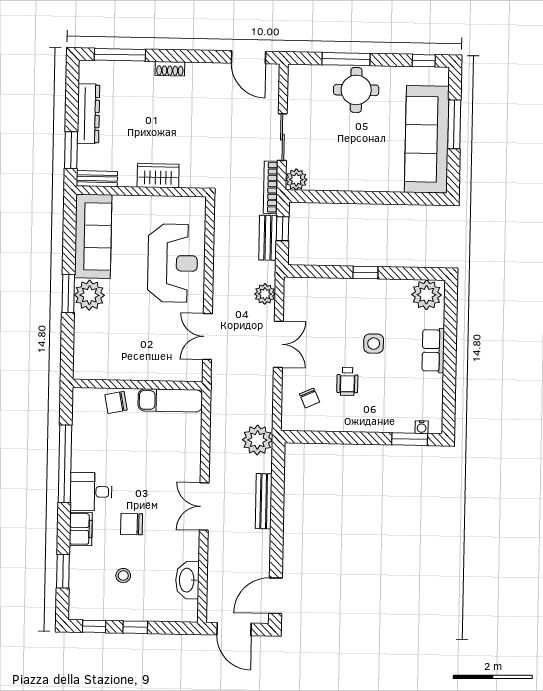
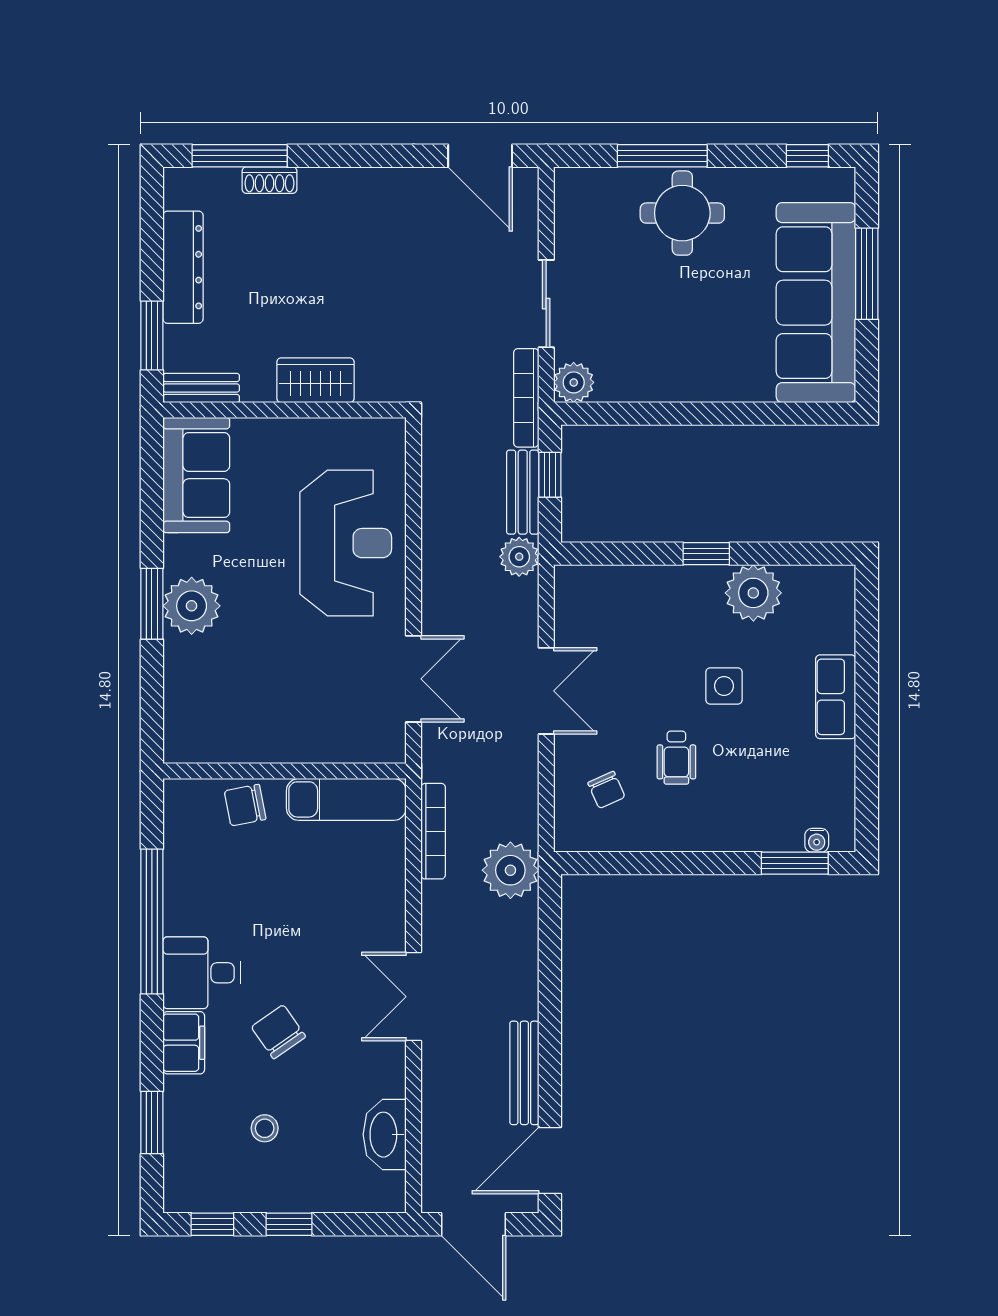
shoe rack: (170, 69) -> (269, 180), moved
sofa: (93, 236) -> (196, 475), width x0.73
plant: (265, 294) -> (519, 557), moved
plant: (427, 295) -> (753, 593), moved
double door: (207, 337) -> (414, 679), swing flipped
bookcase: (216, 418) -> (433, 831), added
bench: (264, 501) -> (524, 1073), moved
chair: (132, 524) -> (278, 1032), turned 55

